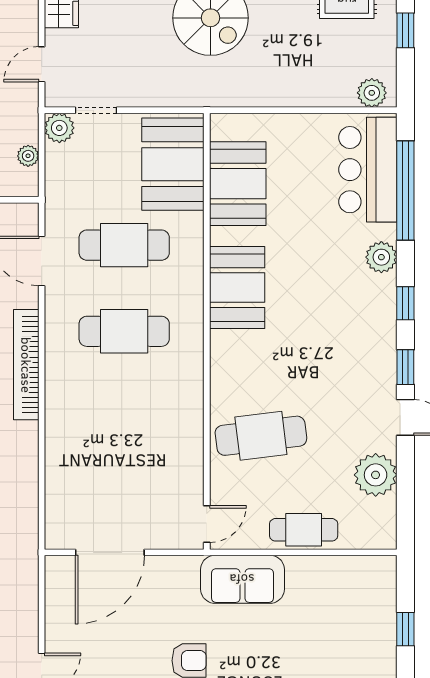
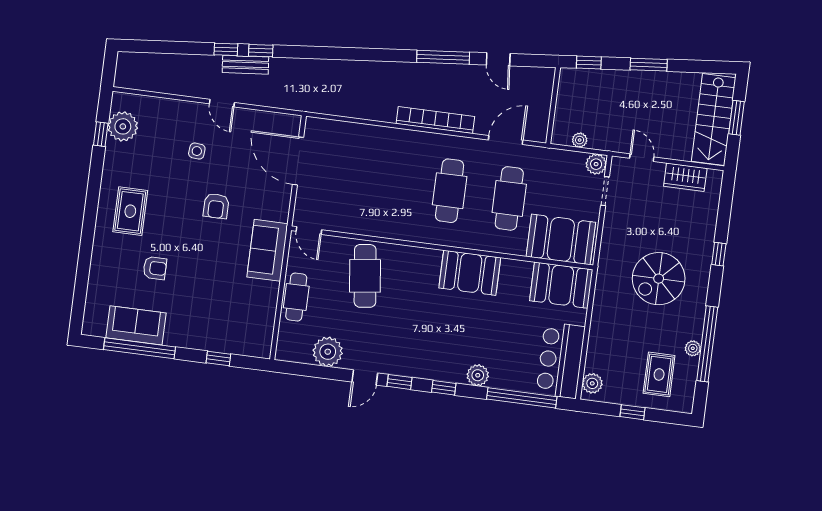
bar counter: (368, 170) -> (561, 360), moved, turned -90
booth: (238, 184) -> (561, 285), moved

